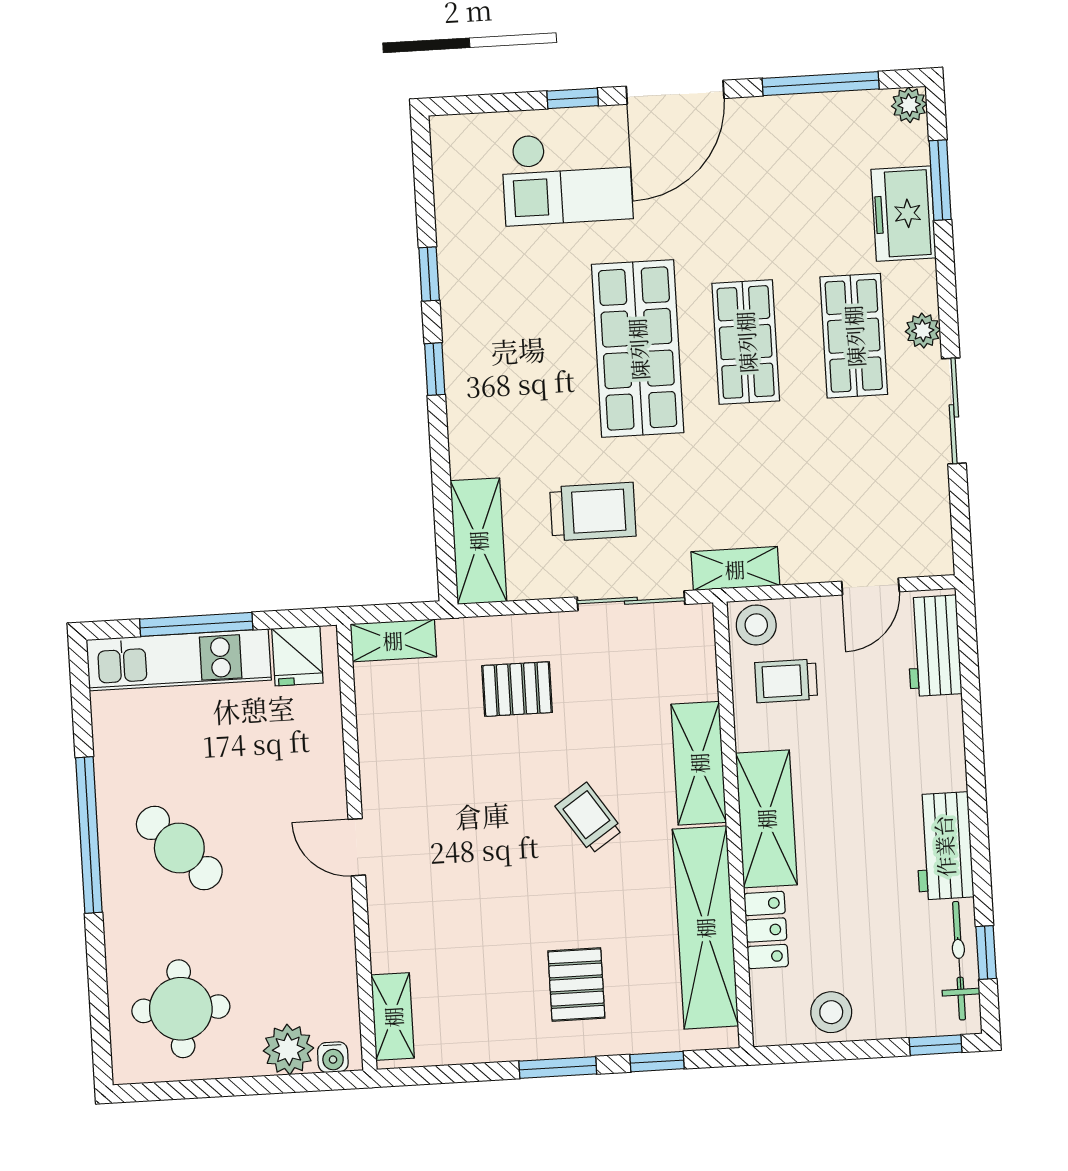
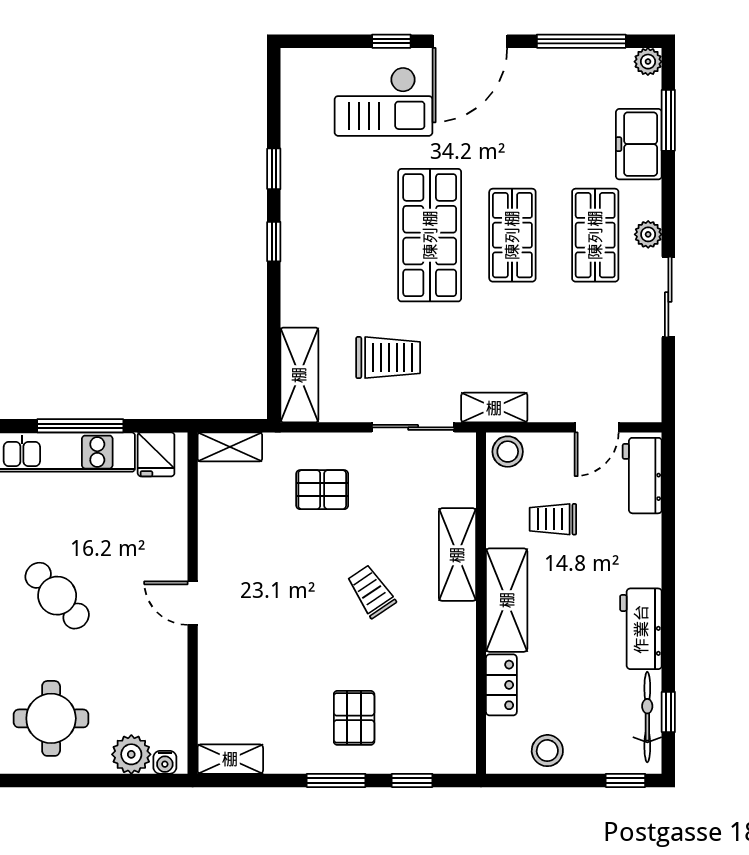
trolley: (786, 681) -> (553, 519), moved
shelving: (705, 928) -> (455, 680), removed
shelving: (393, 1017) -> (230, 759), moved, turned 90

